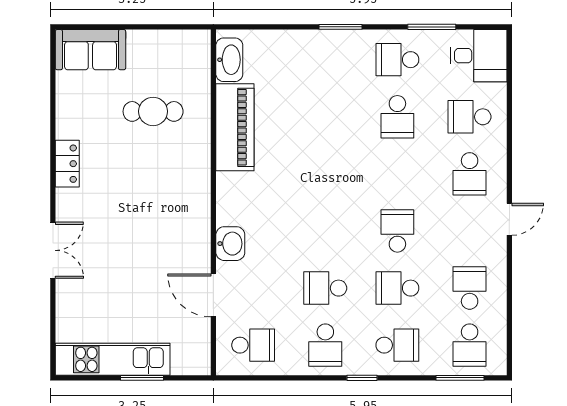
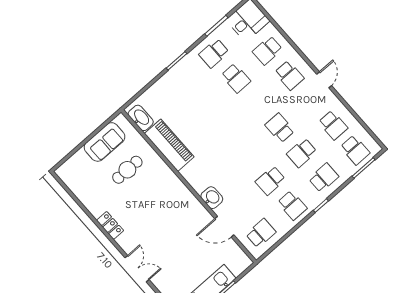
sofa: (90, 50) -> (105, 142), moved
school desk: (470, 288) -> (333, 125), turned 180

